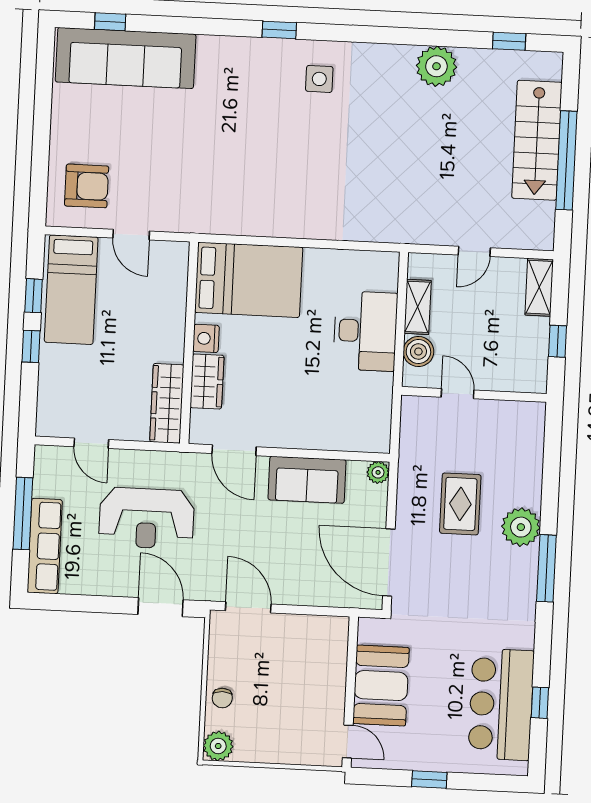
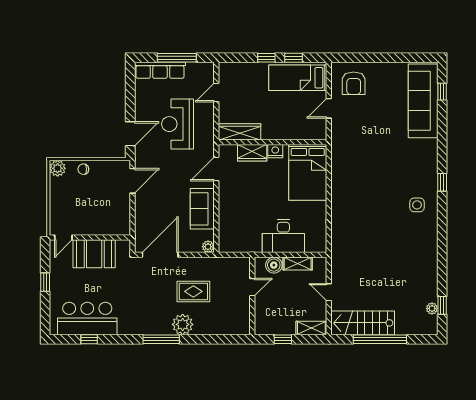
plant: (436, 66) -> (432, 308), moved, width x0.53, depth x0.53
stairs: (537, 140) -> (363, 323), moved

